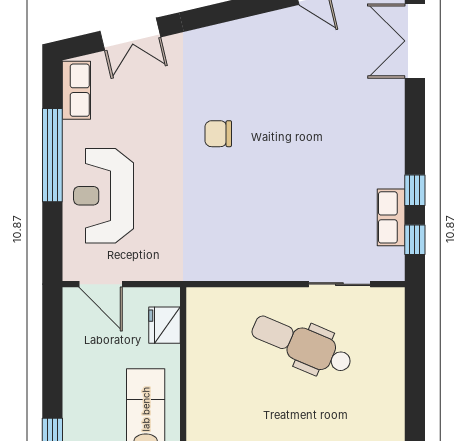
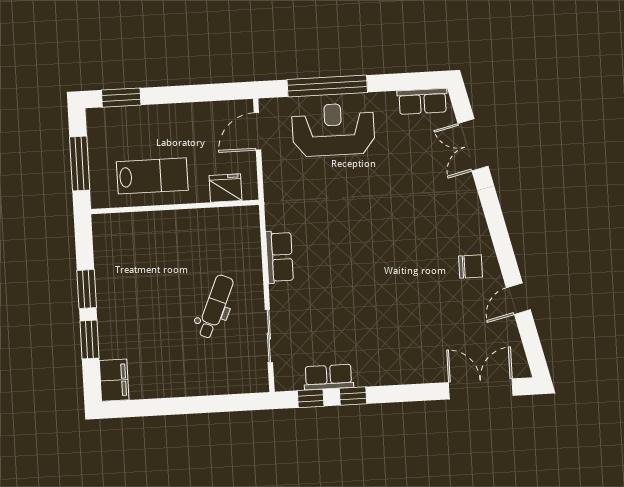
chair: (218, 134) -> (471, 266), moved, turned 90
window: (52, 155) -> (327, 86), moved
row of seats: (248, 267) -> (280, 257), added
dental chair: (302, 345) -> (215, 307), width x0.73, depth x0.72

